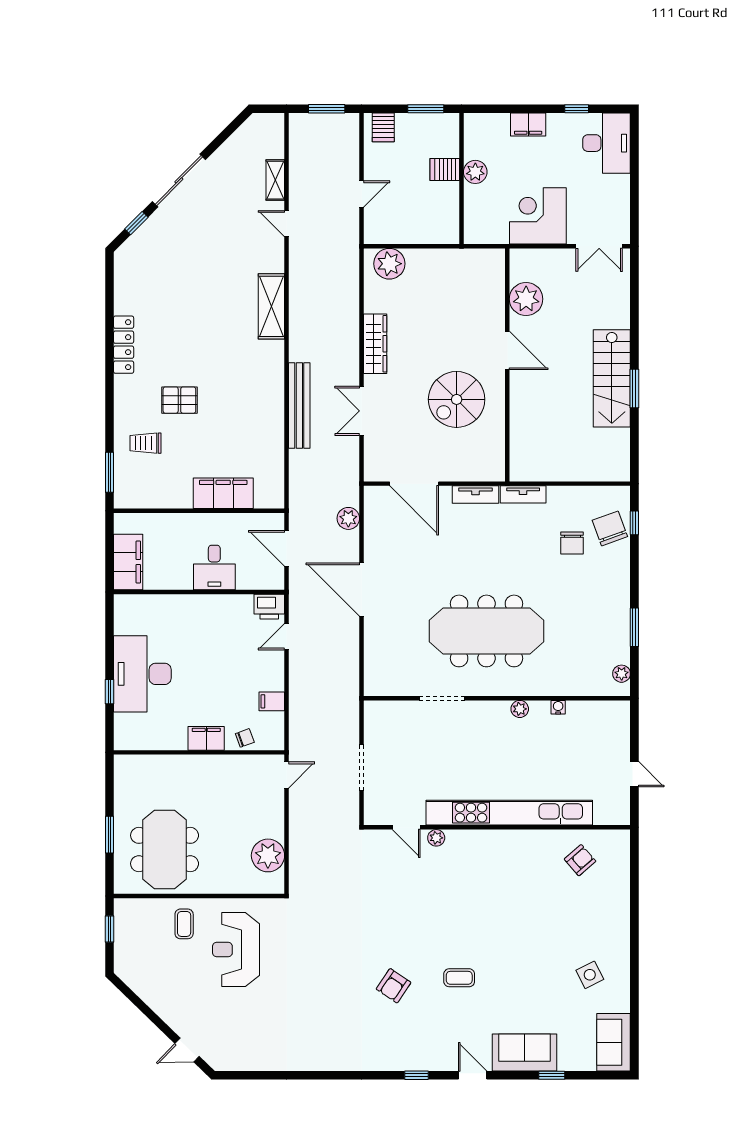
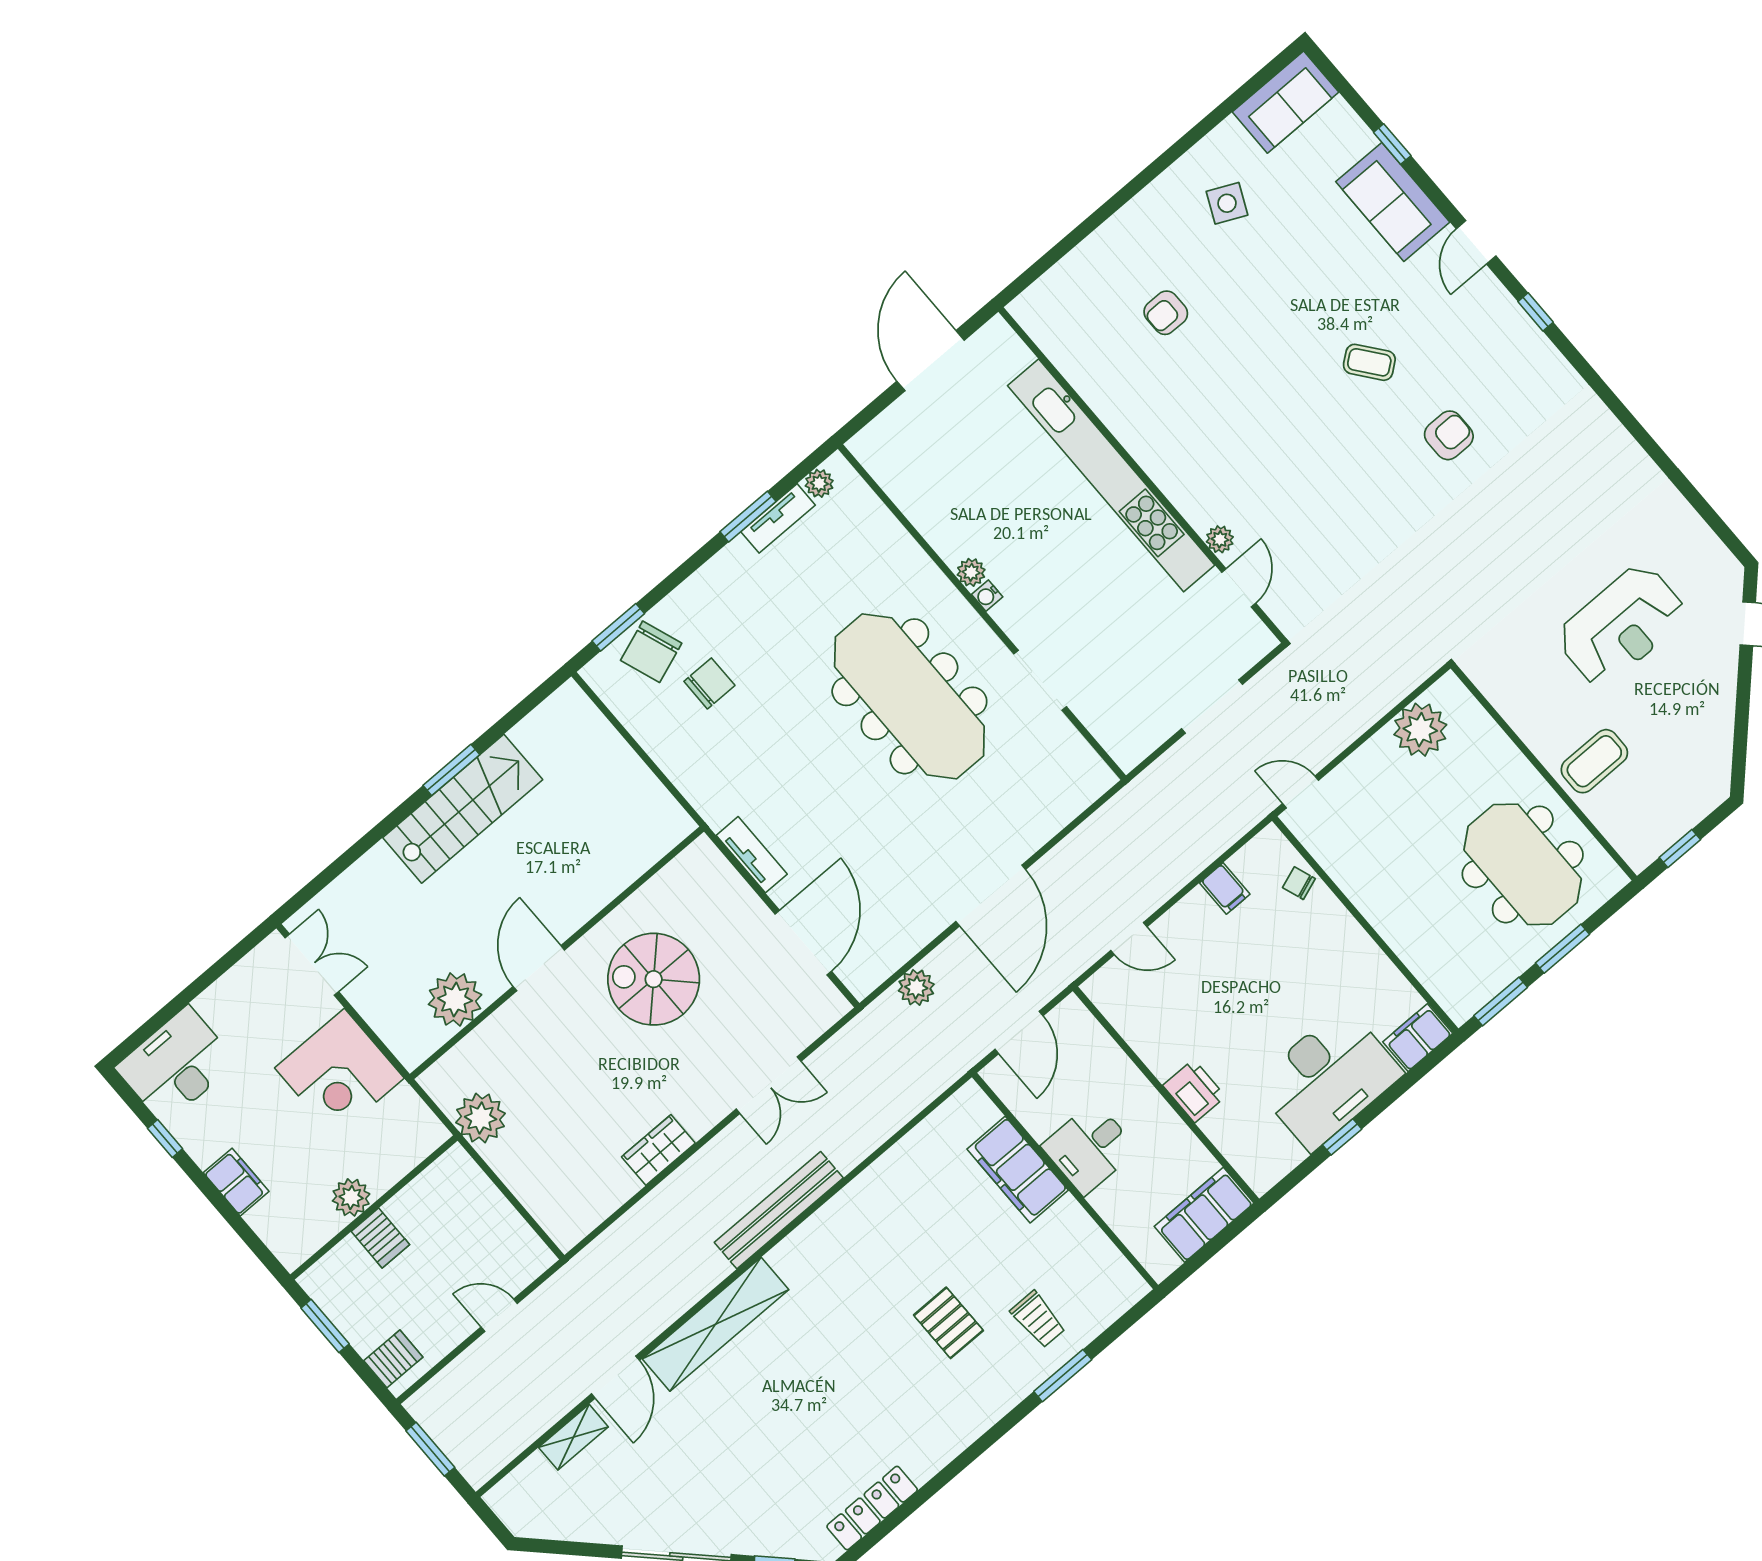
door: (287, 224) -> (615, 1377), width x1.38
plant: (389, 264) -> (481, 1118), moved
shelving: (271, 306) -> (716, 1324), width x1.47
wardrobe: (375, 344) -> (658, 1150), width x0.67
locker: (124, 345) -> (872, 1508), moved
spiral stairs: (457, 399) -> (654, 979), turned 180
bench: (299, 406) -> (779, 1210), moved
window: (110, 472) -> (1063, 1376), moved
tv unit: (523, 494) -> (778, 518), moved, turned 90
window: (634, 523) -> (618, 627), width x1.50
desk: (214, 567) -> (1089, 1148), moved, turned 180
printer: (269, 607) -> (1194, 1091), moved
window: (110, 692) -> (1342, 1137), moved
water cooler: (558, 707) -> (987, 596), moved
filing cabinet: (206, 738) -> (1418, 1038), moved, turned 90
door: (634, 774) -> (931, 361), width x1.87
window: (110, 785) -> (1501, 1001), added
meeting table: (165, 850) -> (1523, 864), turned 90
armchair: (580, 860) -> (1166, 313), moved, turned -49
coffee table: (184, 924) -> (1594, 761), width x1.36, depth x1.30
reception desk: (236, 950) -> (1621, 625), moved
side table: (590, 975) -> (1227, 203), turned -38
coffee table: (459, 978) -> (1369, 362), turned -38
armchair: (394, 986) -> (1449, 435), turned -34

